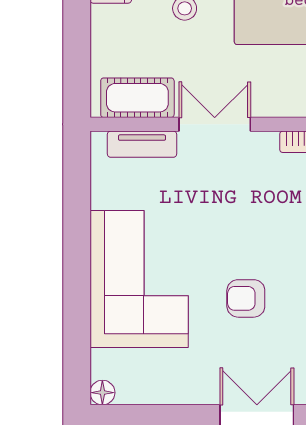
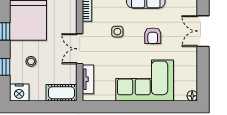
cot: (137, 98) -> (61, 93), moved, turned 90
side table: (256, 214) -> (117, 32), added

